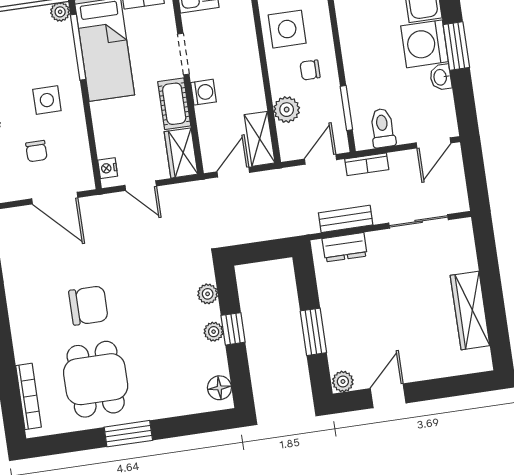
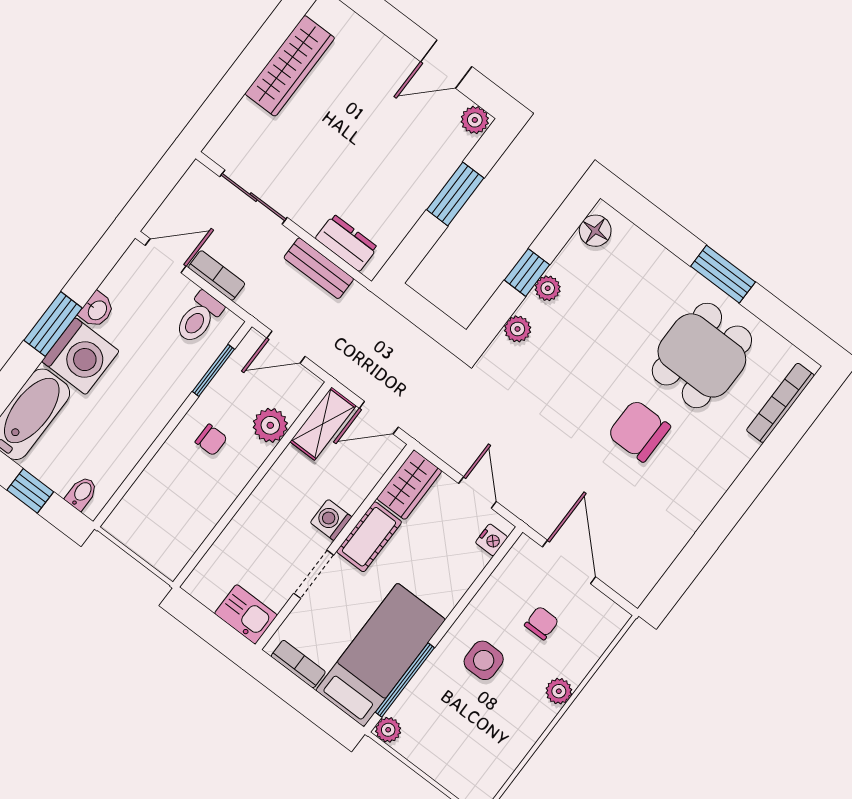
side table: (287, 29) -> (194, 500), removed
bookcase: (367, 164) -> (217, 275), moved

